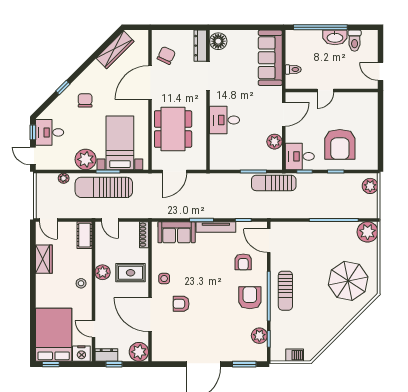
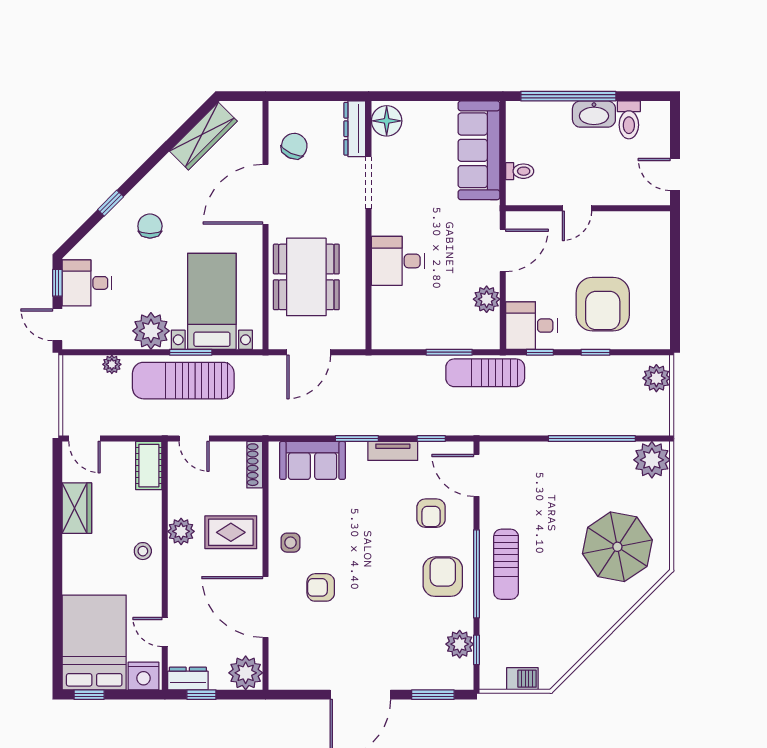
tv unit: (216, 227) -> (393, 451), width x0.71

